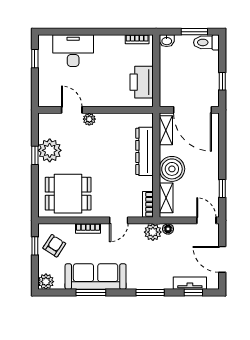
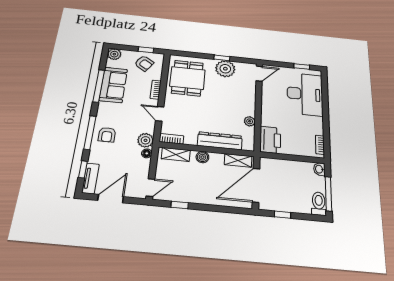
window: (194, 32) -> (328, 194), width x1.44
desk: (73, 51) -> (305, 94), width x1.36, depth x1.30
printer: (142, 82) -> (270, 140), moved, turned 90
door: (72, 110) -> (259, 74), moved
plant: (89, 119) -> (250, 121), moved
boiler: (172, 169) -> (202, 157), width x0.54, depth x0.54
armchair: (151, 274) -> (107, 135), added
sofa: (96, 277) -> (113, 85), width x0.73
tv unit: (190, 283) -> (90, 178), moved
window: (91, 293) -> (99, 86), width x1.44
window: (150, 293) -> (90, 133), width x1.44

